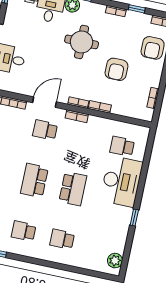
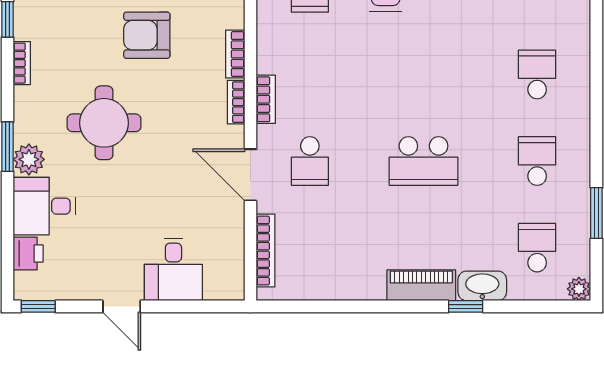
armchair: (116, 69) -> (147, 35), turned 180
school desk: (73, 189) -> (423, 74), removed
school desk: (24, 231) -> (537, 161), turned 180
school desk: (62, 239) -> (537, 74), turned 180

